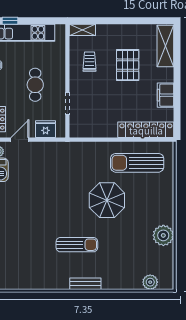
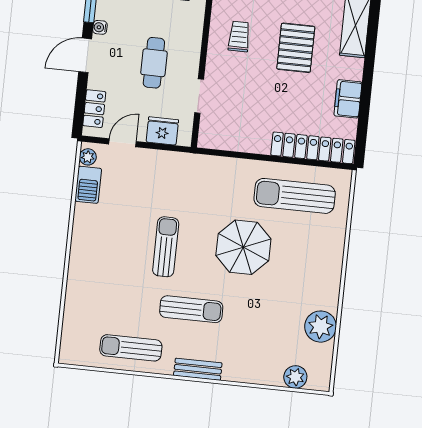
sun lounger: (56, 205) -> (166, 247), added
plant: (163, 235) -> (321, 327), moved
sun lounger: (40, 274) -> (131, 348), added

